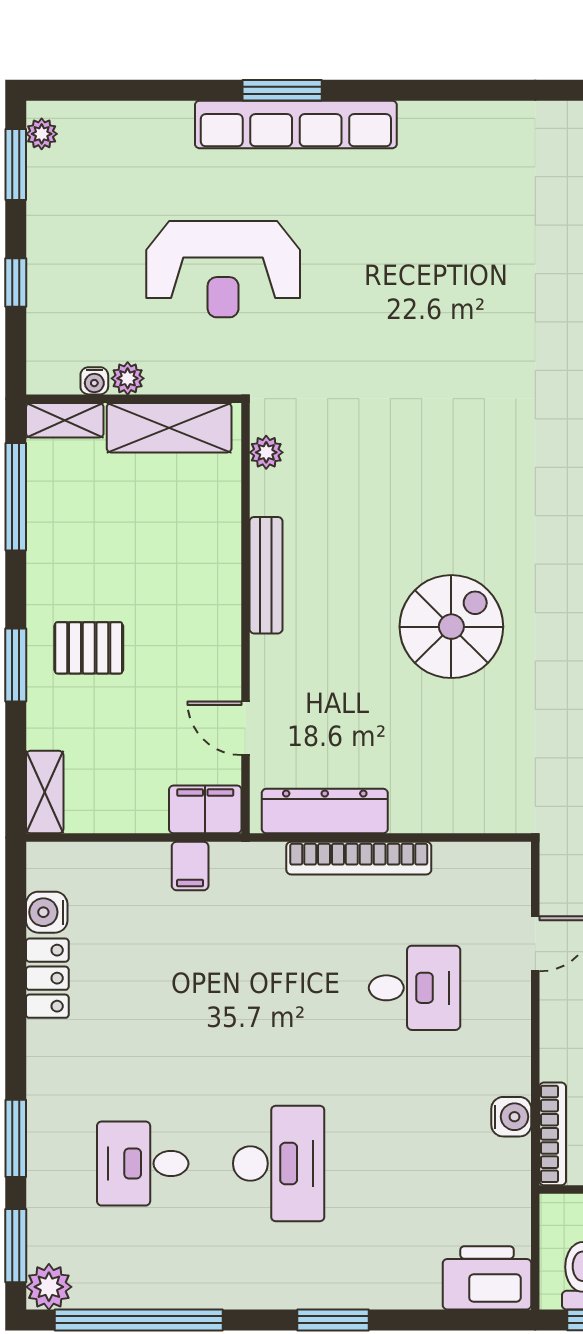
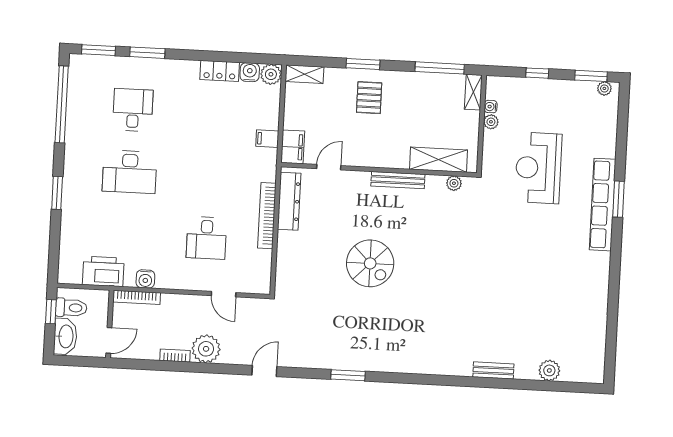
shelving: (169, 428) -> (438, 160), moved, turned 90
printer: (487, 1278) -> (103, 271), moved, turned -90
plant: (49, 1287) -> (271, 74), moved

